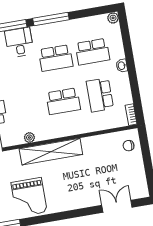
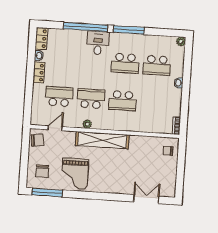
school desk: (100, 95) -> (91, 99), moved, turned 90

